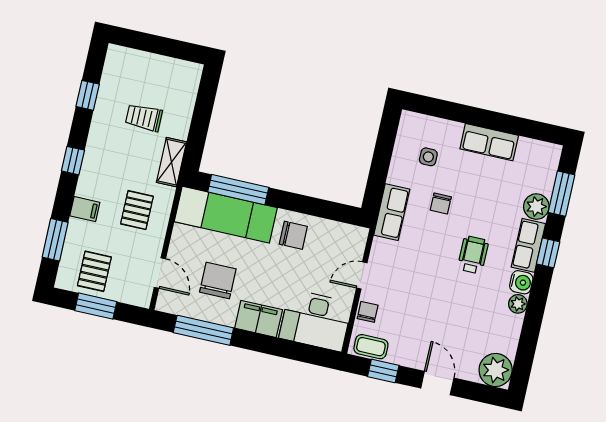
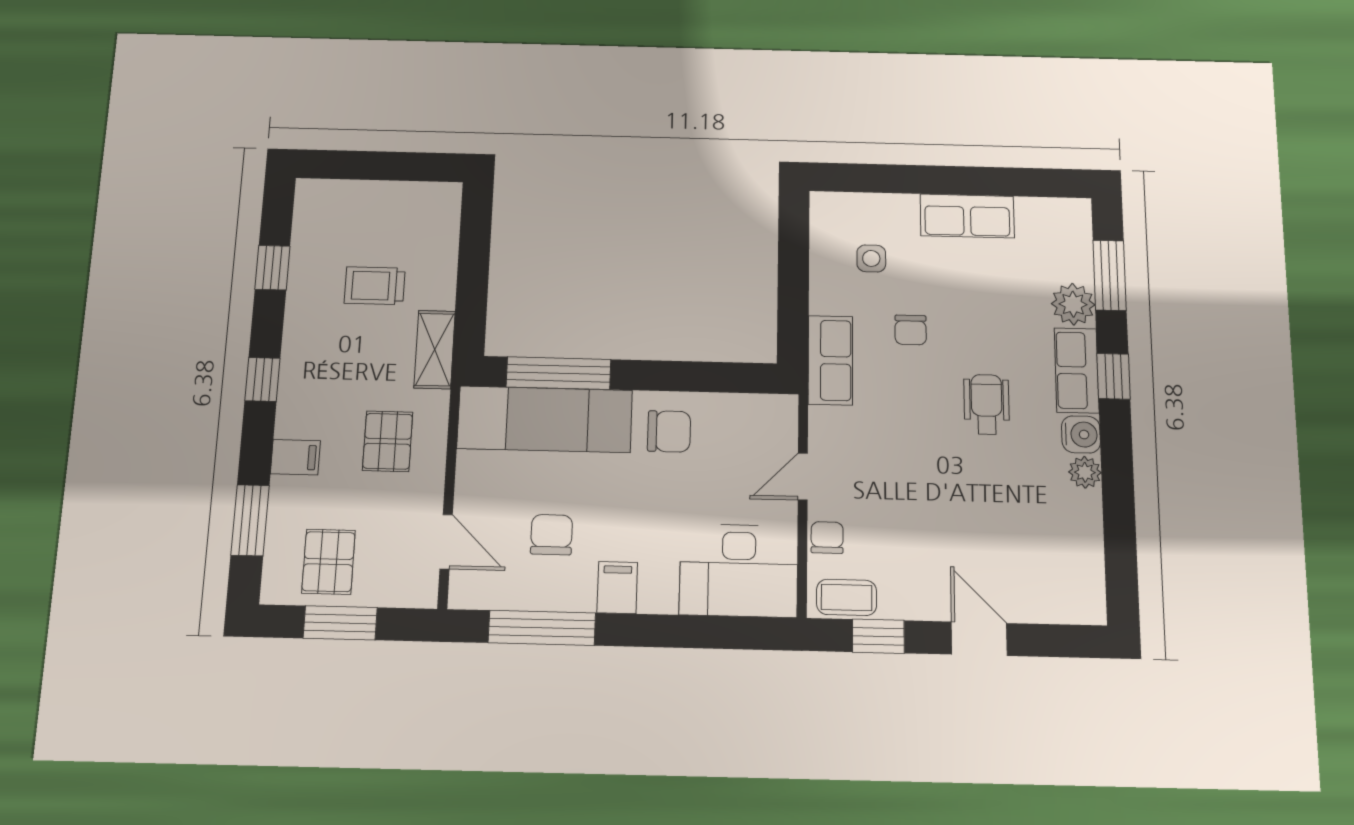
chair: (218, 280) -> (552, 535), width x0.73, depth x0.73
filing cabinet: (259, 319) -> (617, 588), width x0.50
plant: (496, 370) -> (1076, 595), removed

